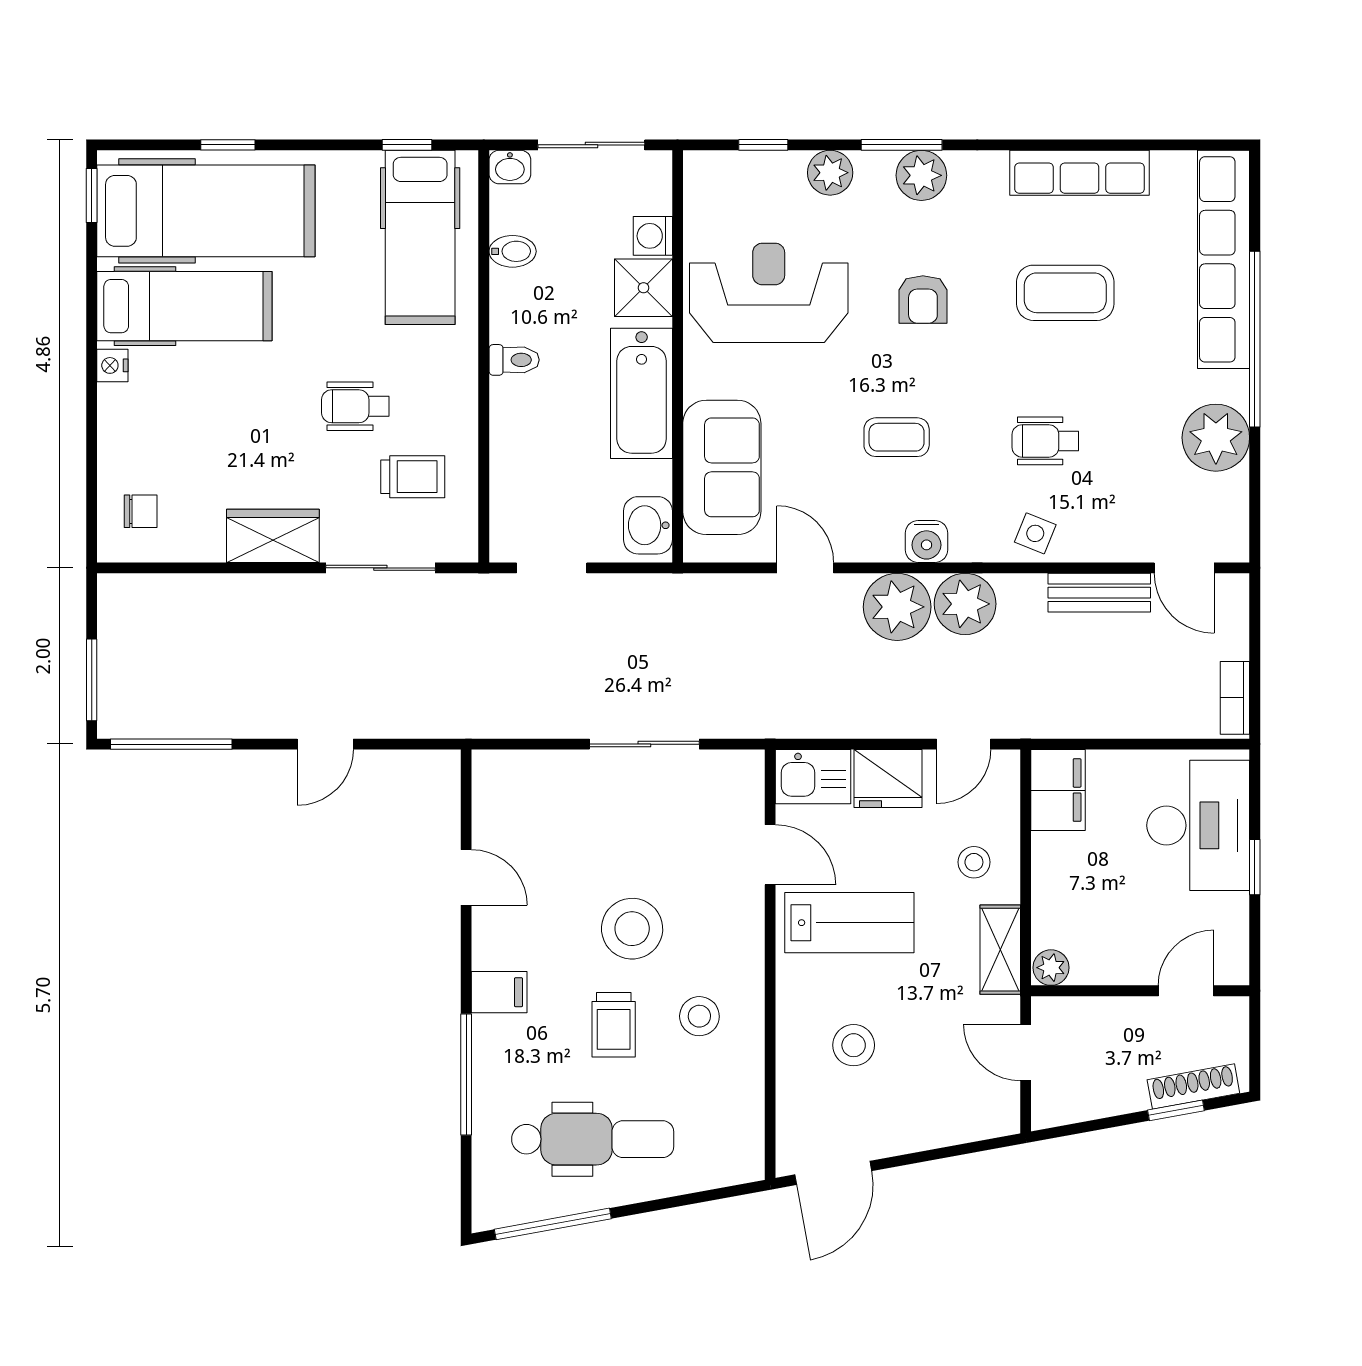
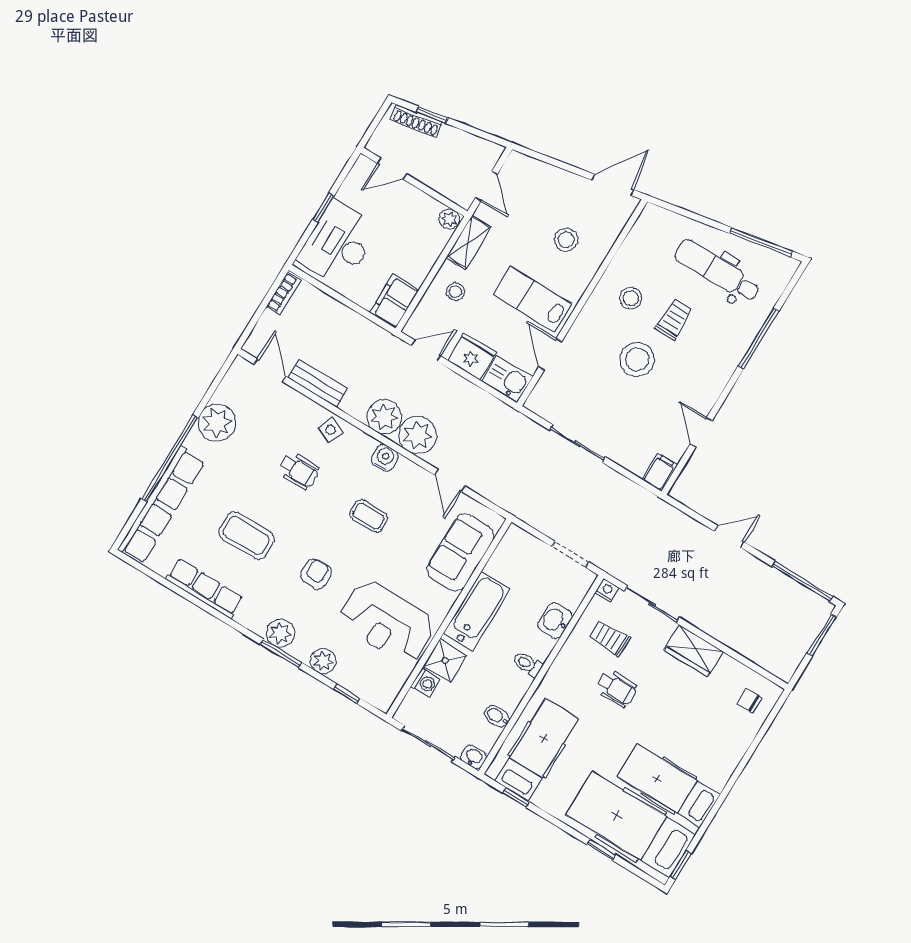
nightstand: (112, 365) -> (607, 590), moved, turned -90
washbasin: (648, 525) -> (555, 621), moved, turned 180
filing cabinet: (499, 992) -> (660, 472), moved, turned 90

